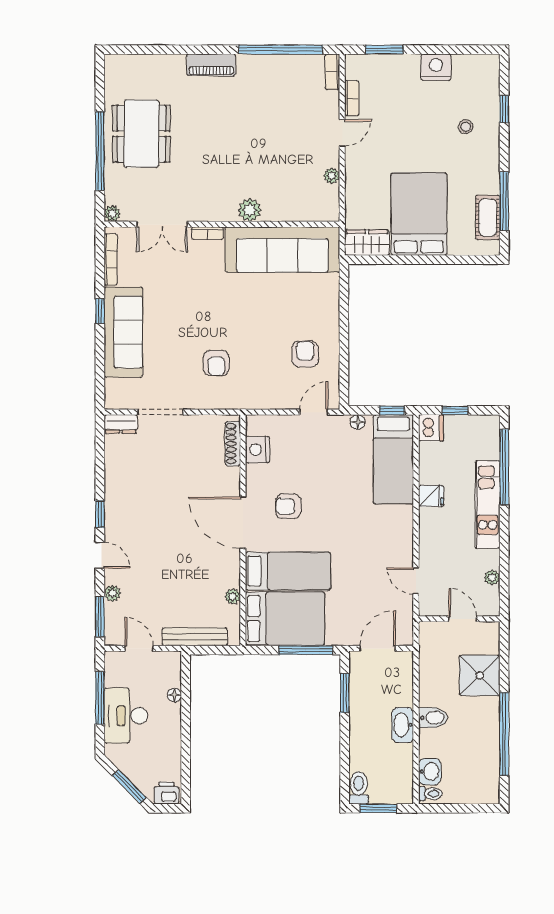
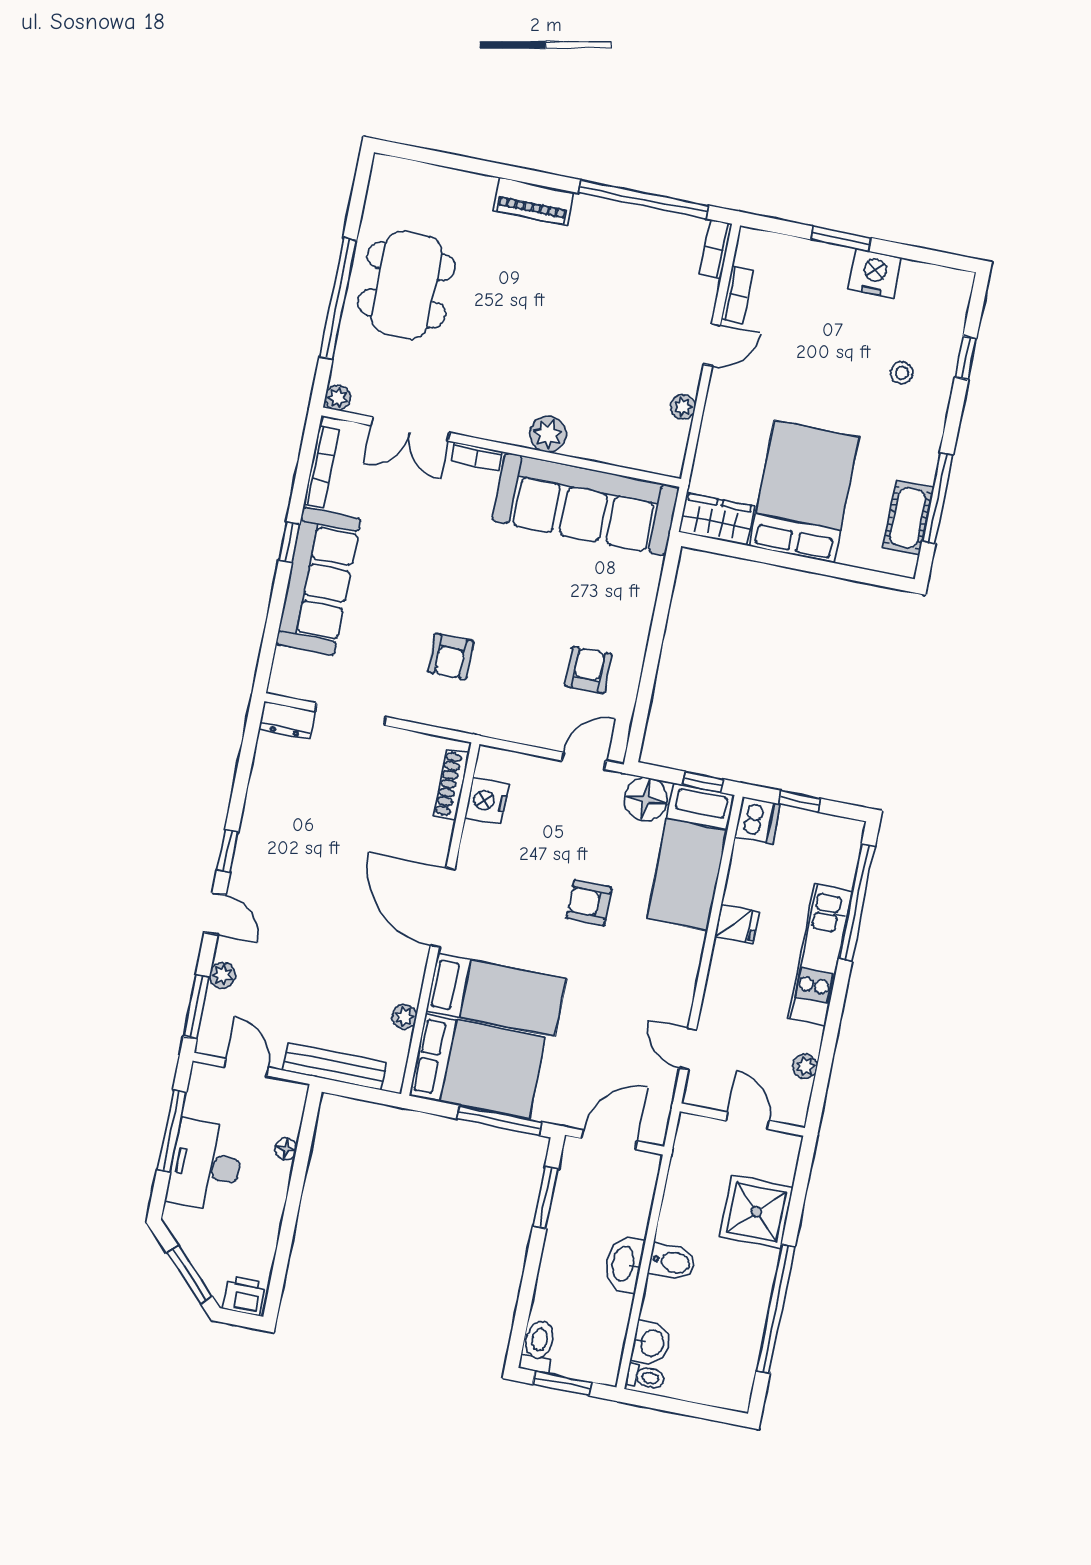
window: (384, 50) -> (841, 239), moved
floor lamp: (358, 422) -> (646, 799), width x1.89, depth x1.89
armchair: (288, 506) -> (589, 903), moved

